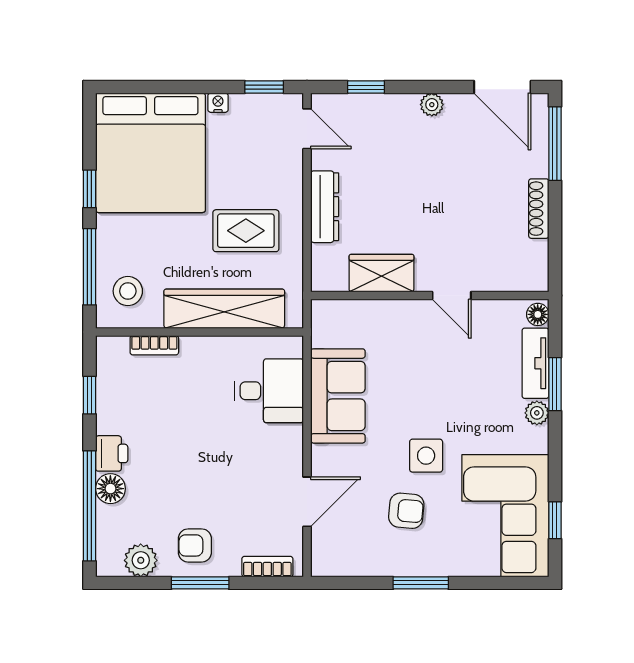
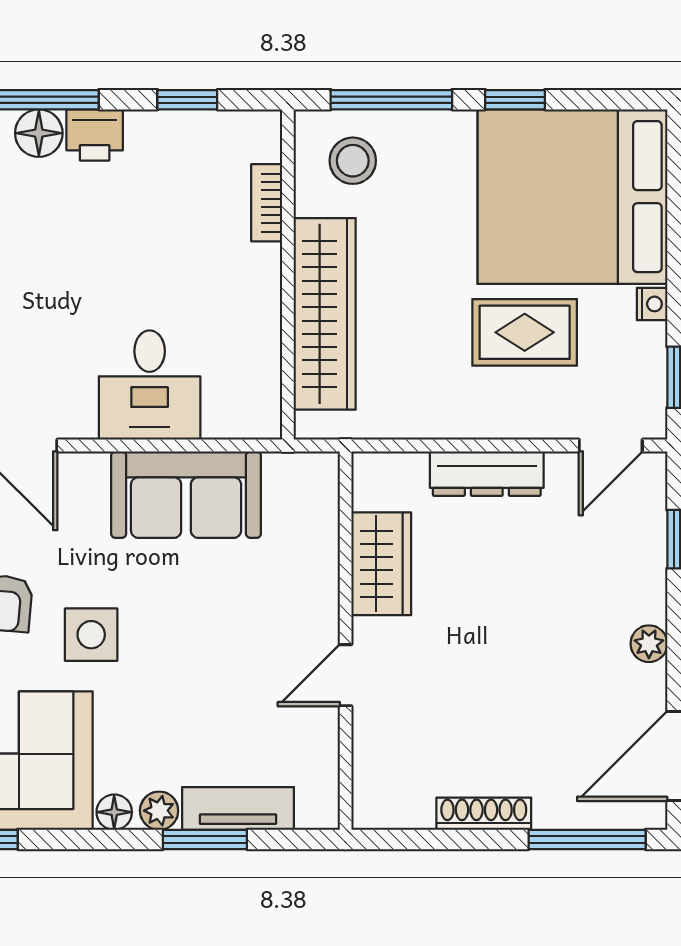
rug: (246, 231) -> (525, 332), moved, turned 90
floor lamp: (538, 314) -> (114, 812), moved
desk: (269, 391) -> (150, 385), moved

